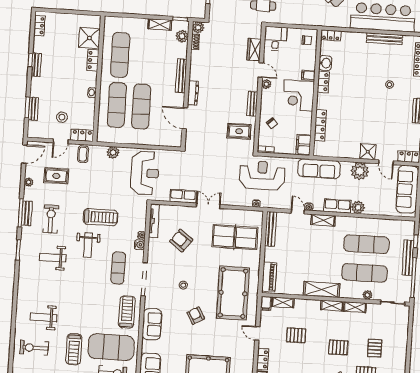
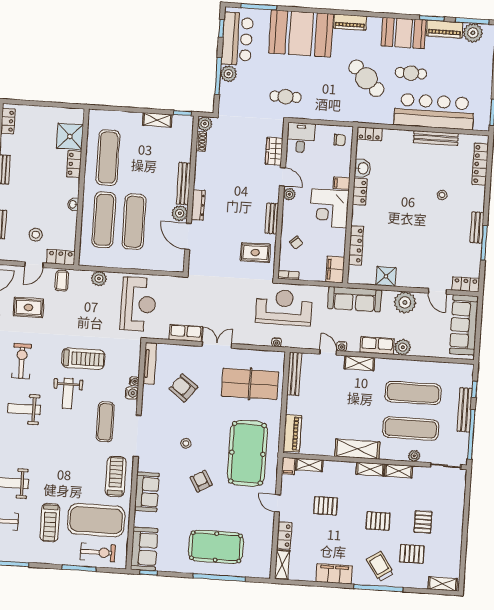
plant: (182, 36) -> (180, 213), moved
shower: (368, 152) -> (386, 276), moved

